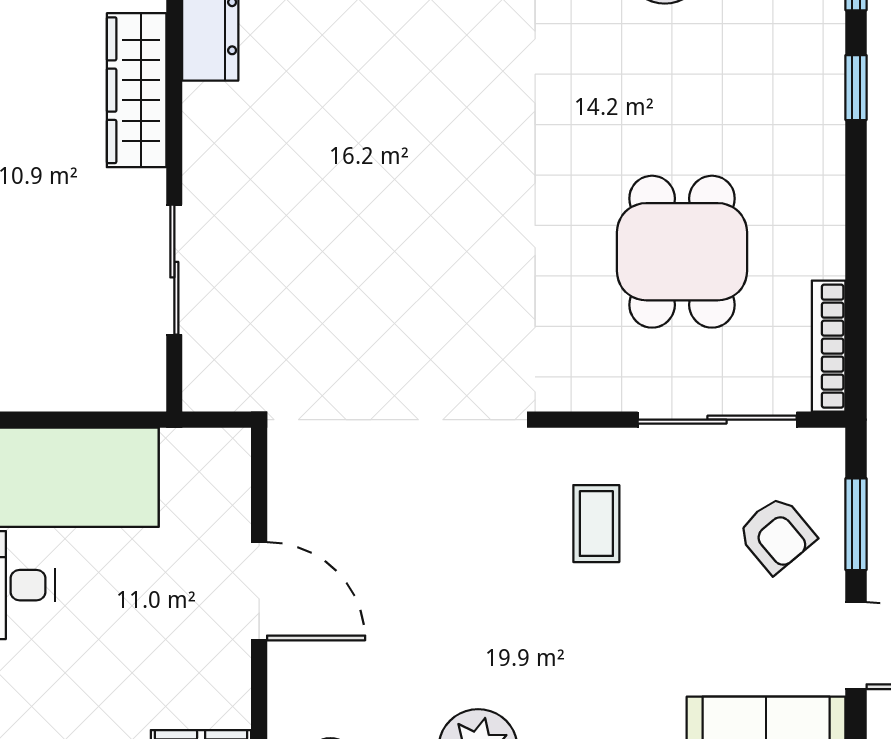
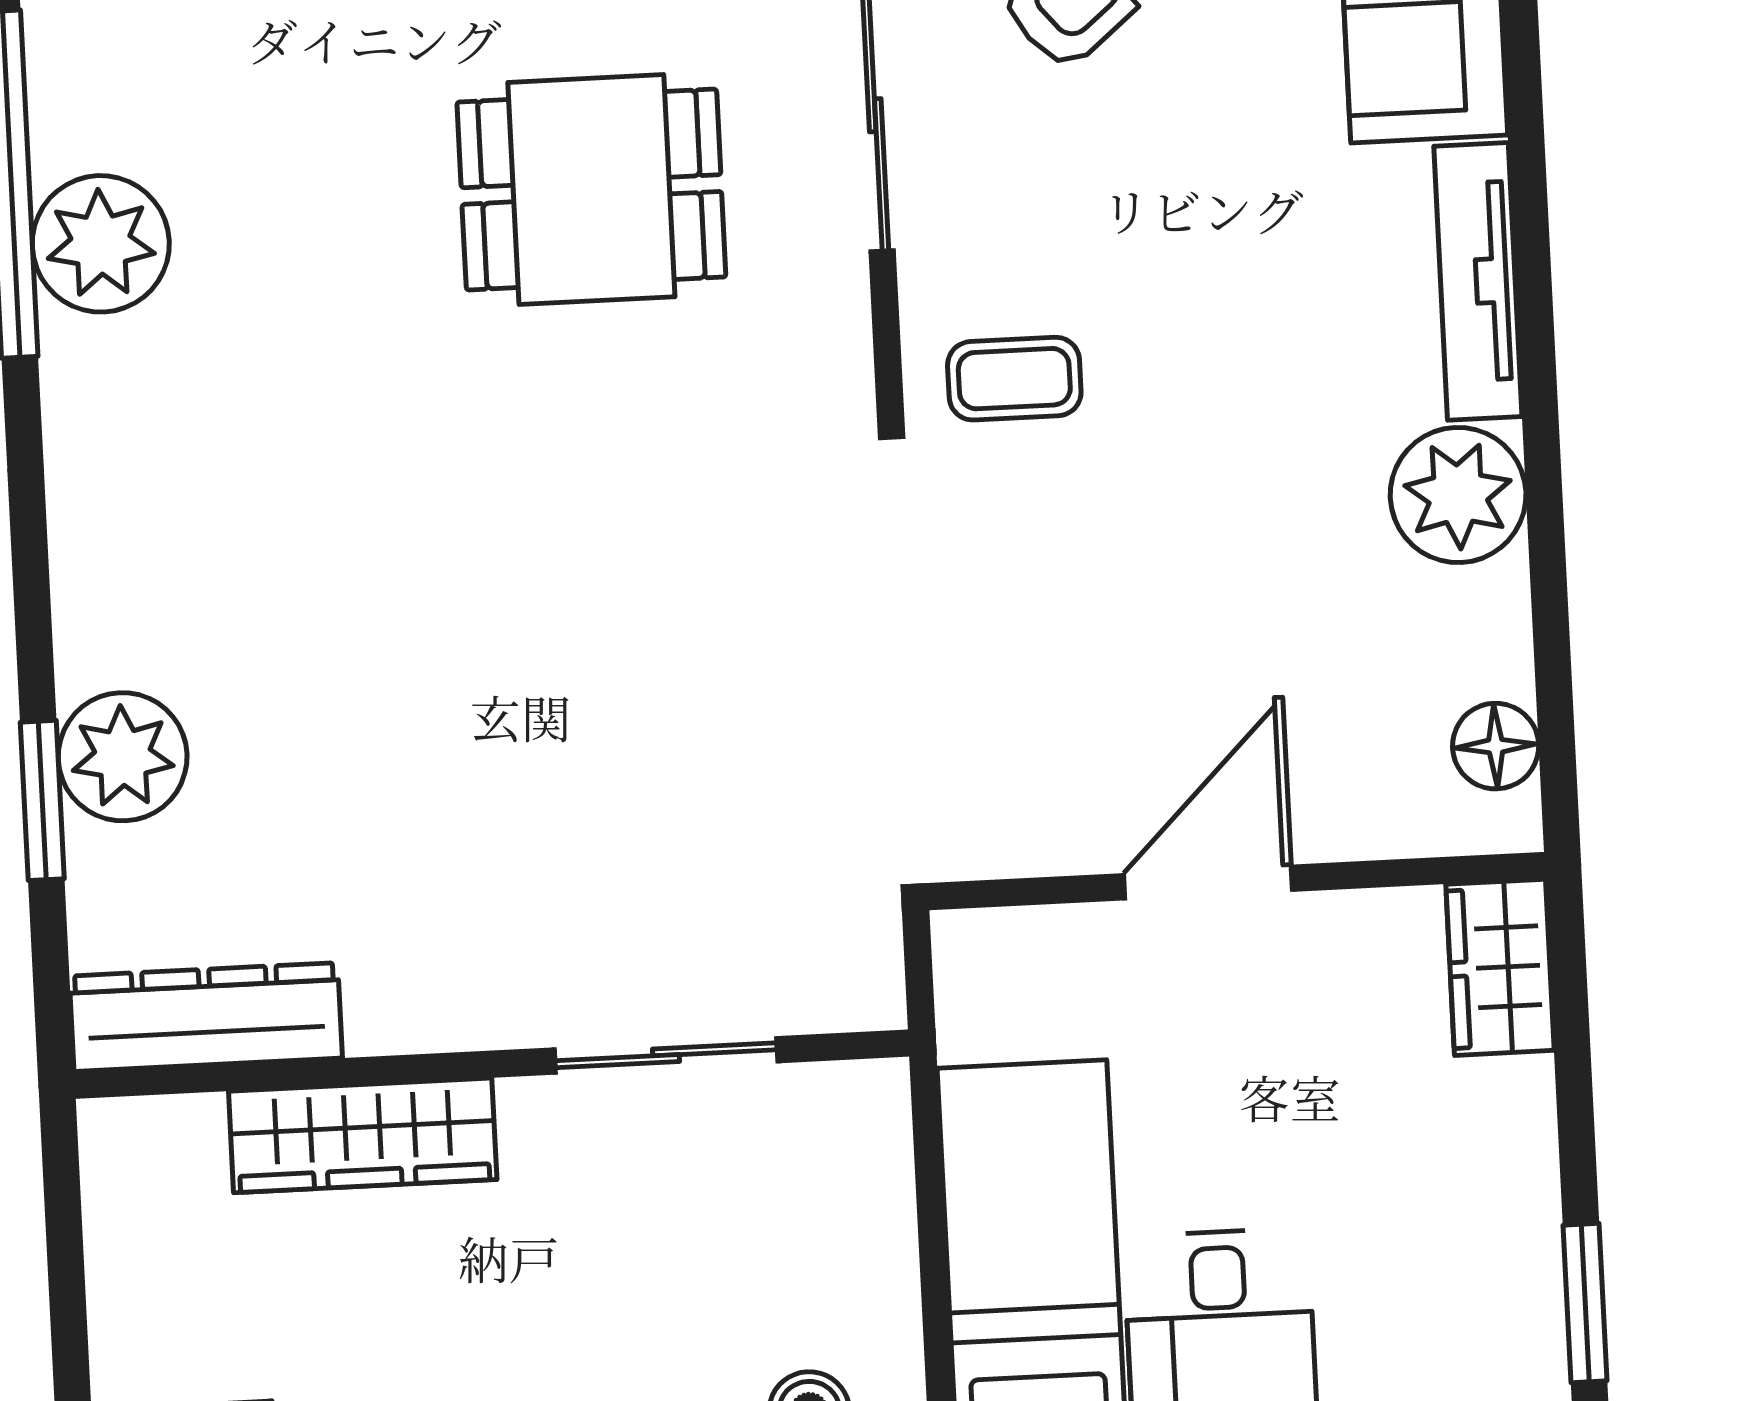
coffee table: (596, 524) -> (1014, 379), moved

